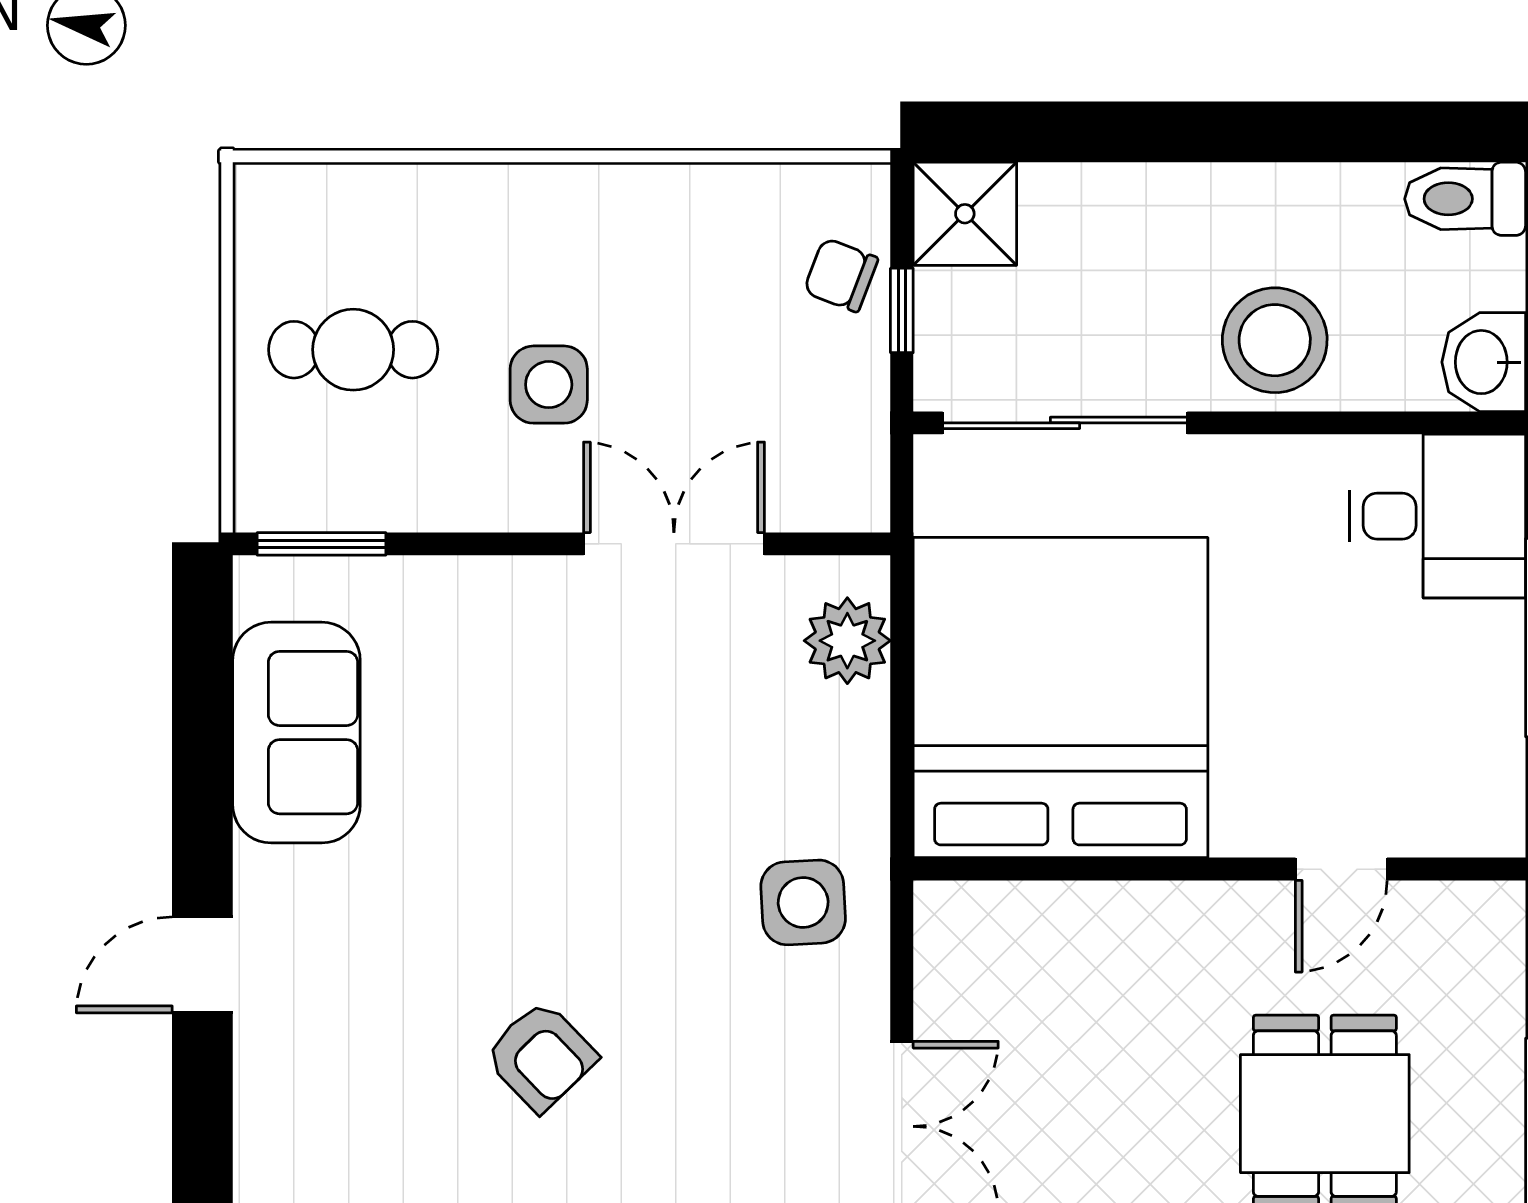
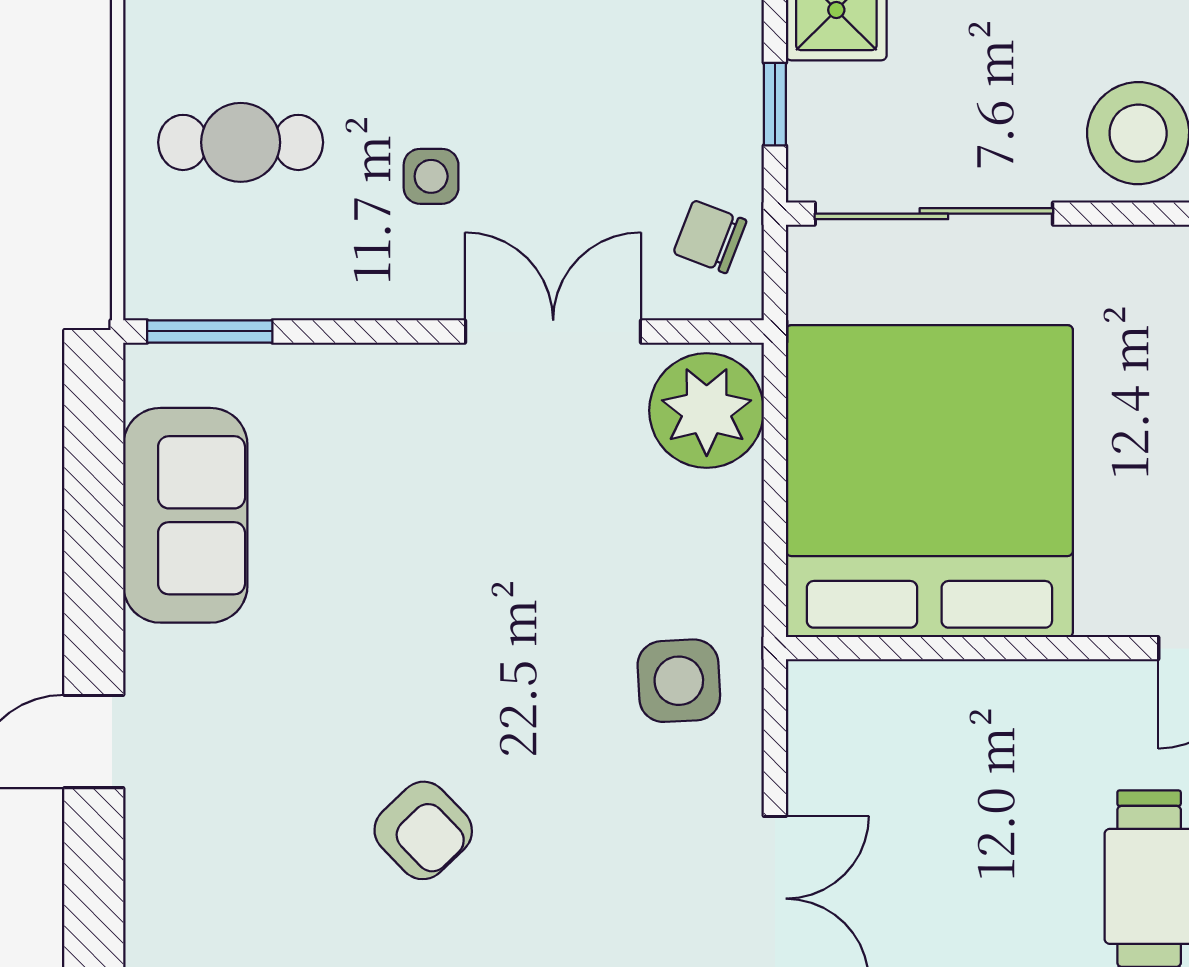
chair: (841, 275) -> (710, 237), moved
side table: (549, 385) -> (431, 176), width x0.73, depth x0.73
plant: (847, 641) -> (707, 410), width x1.36, depth x1.36

